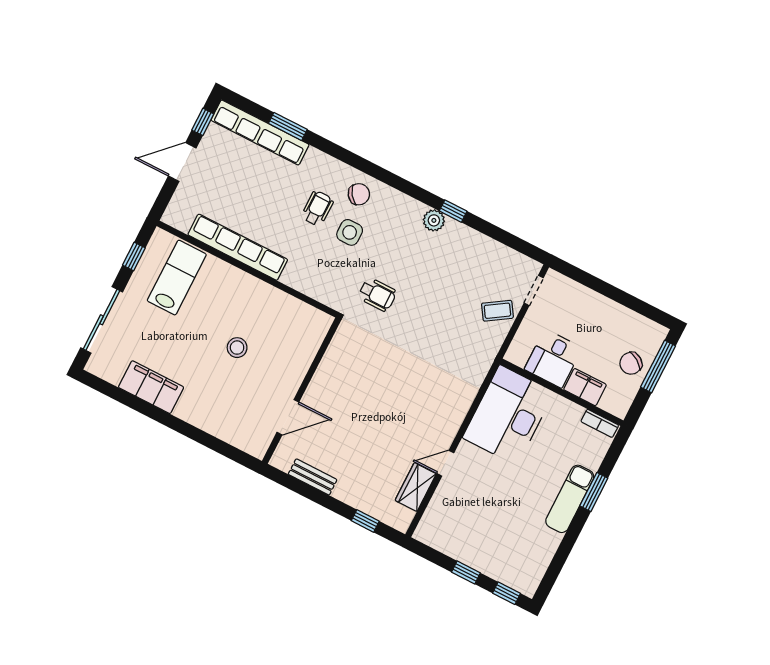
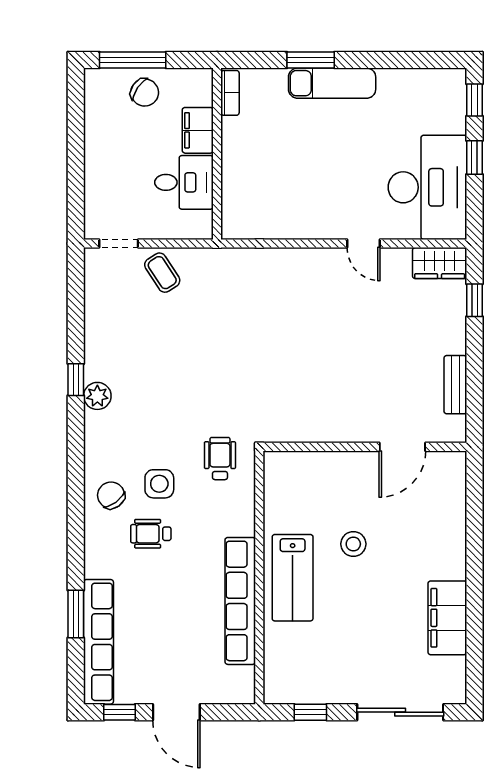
lab bench: (177, 278) -> (293, 578), moved, turned -90
wheelchair: (377, 295) -> (220, 459), moved
desk: (508, 415) -> (427, 187), moved, turned -90
door: (288, 417) -> (402, 447), swing flipped
wardrobe: (416, 487) -> (440, 263), moved

